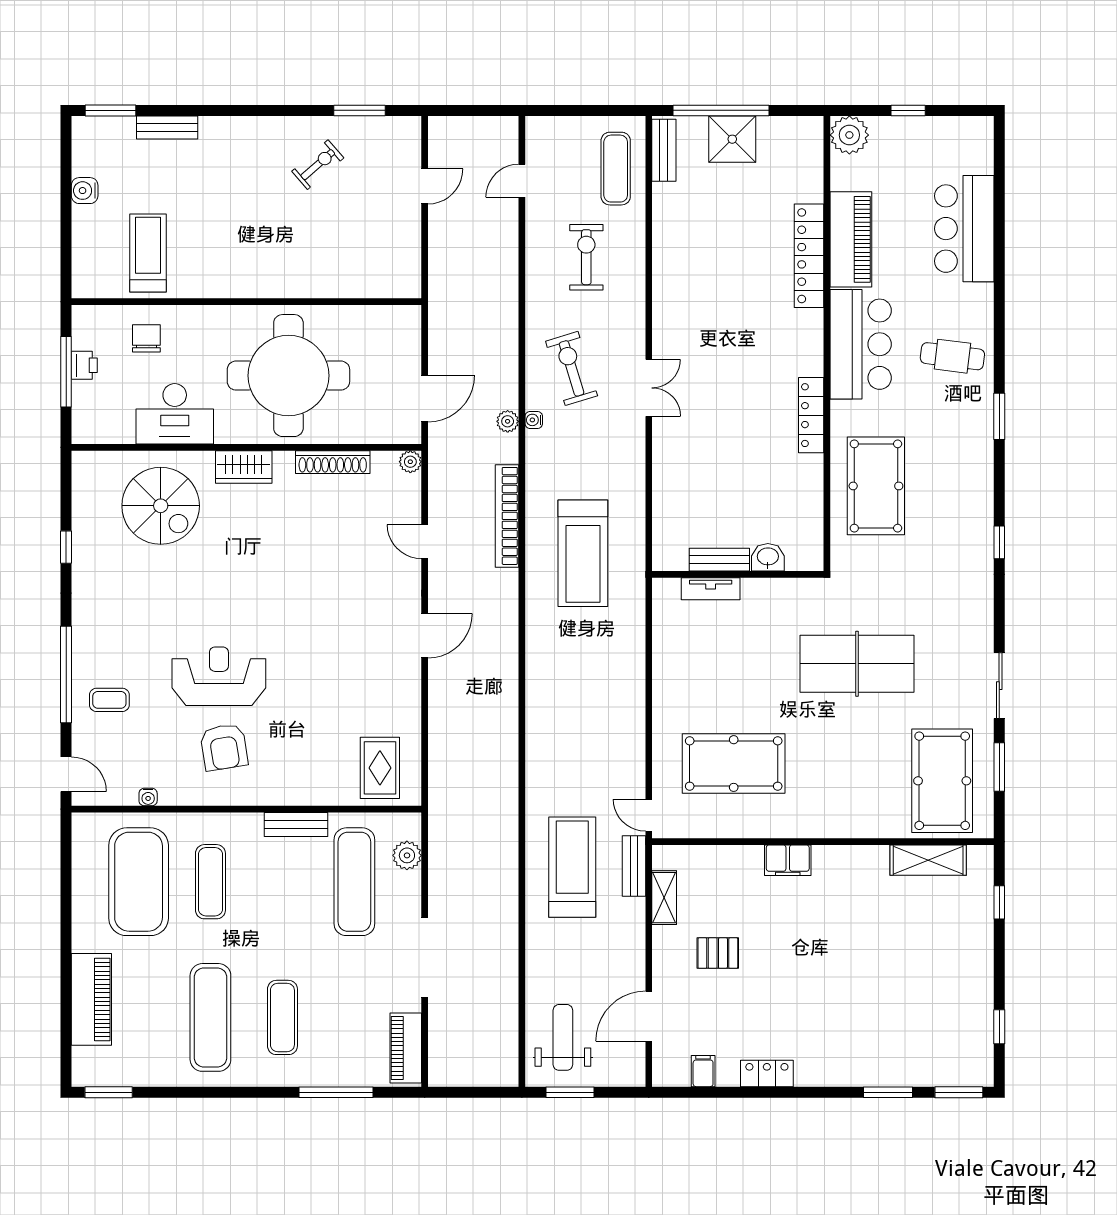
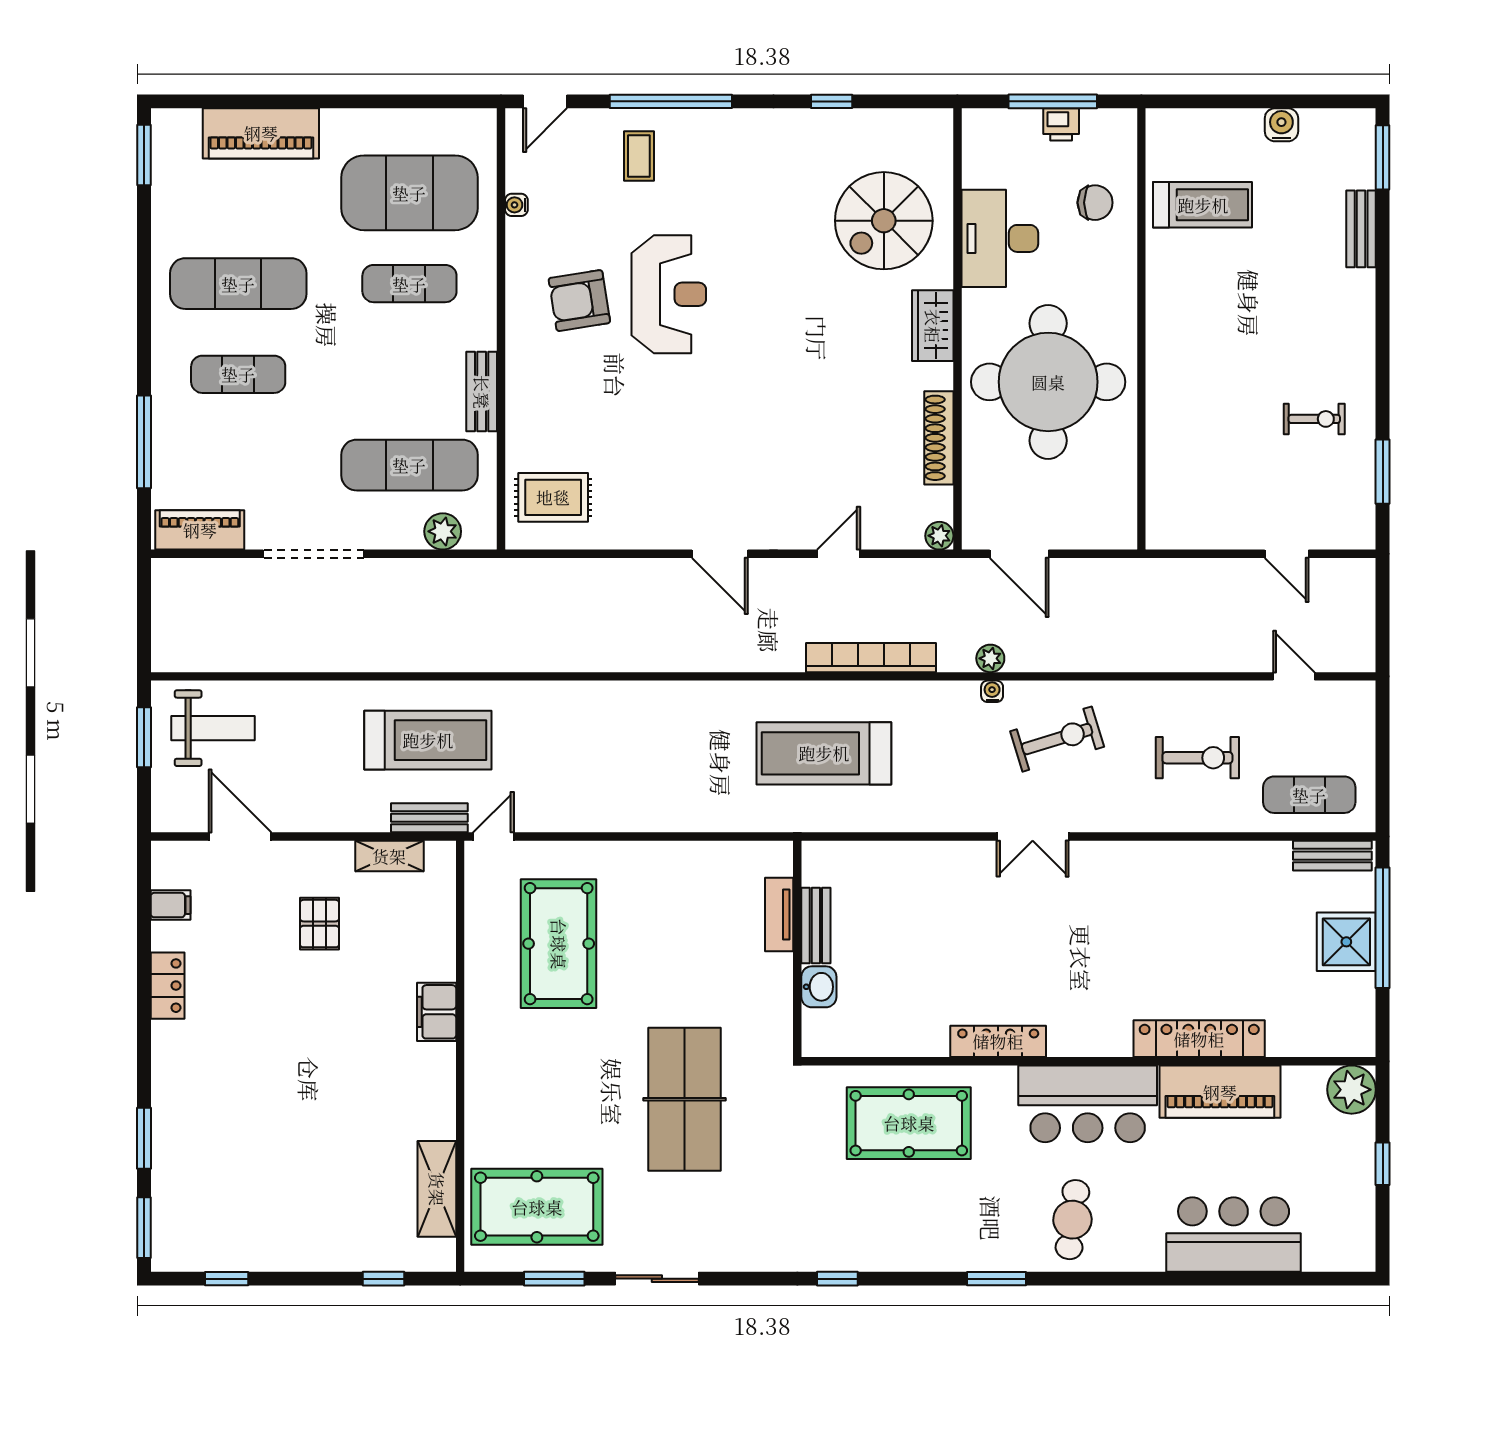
exercise bike: (318, 165) -> (1314, 419), turned -49

